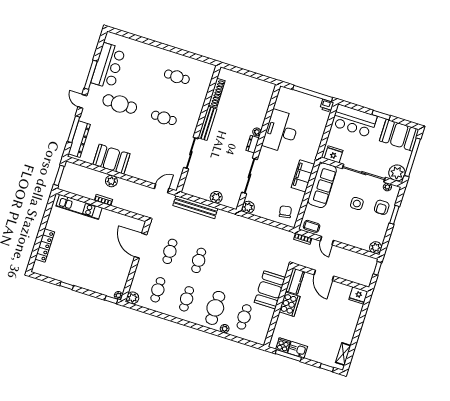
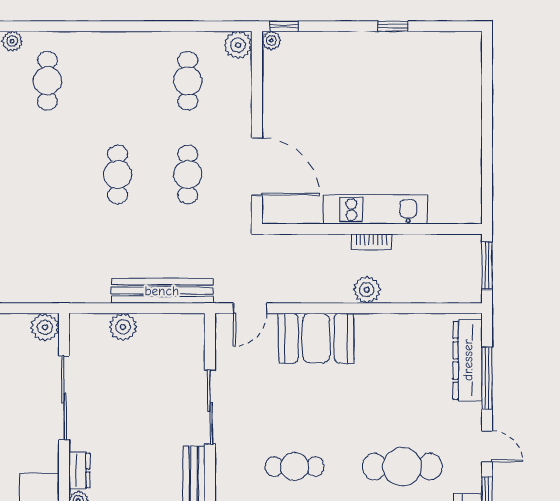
booth: (111, 159) -> (316, 338), moved
kitchen unit: (79, 207) -> (375, 210), moved
locker: (45, 246) -> (470, 100), removed
cafe table: (187, 299) -> (118, 81), removed
cafe table: (215, 308) -> (47, 81), width x0.73, depth x0.74

